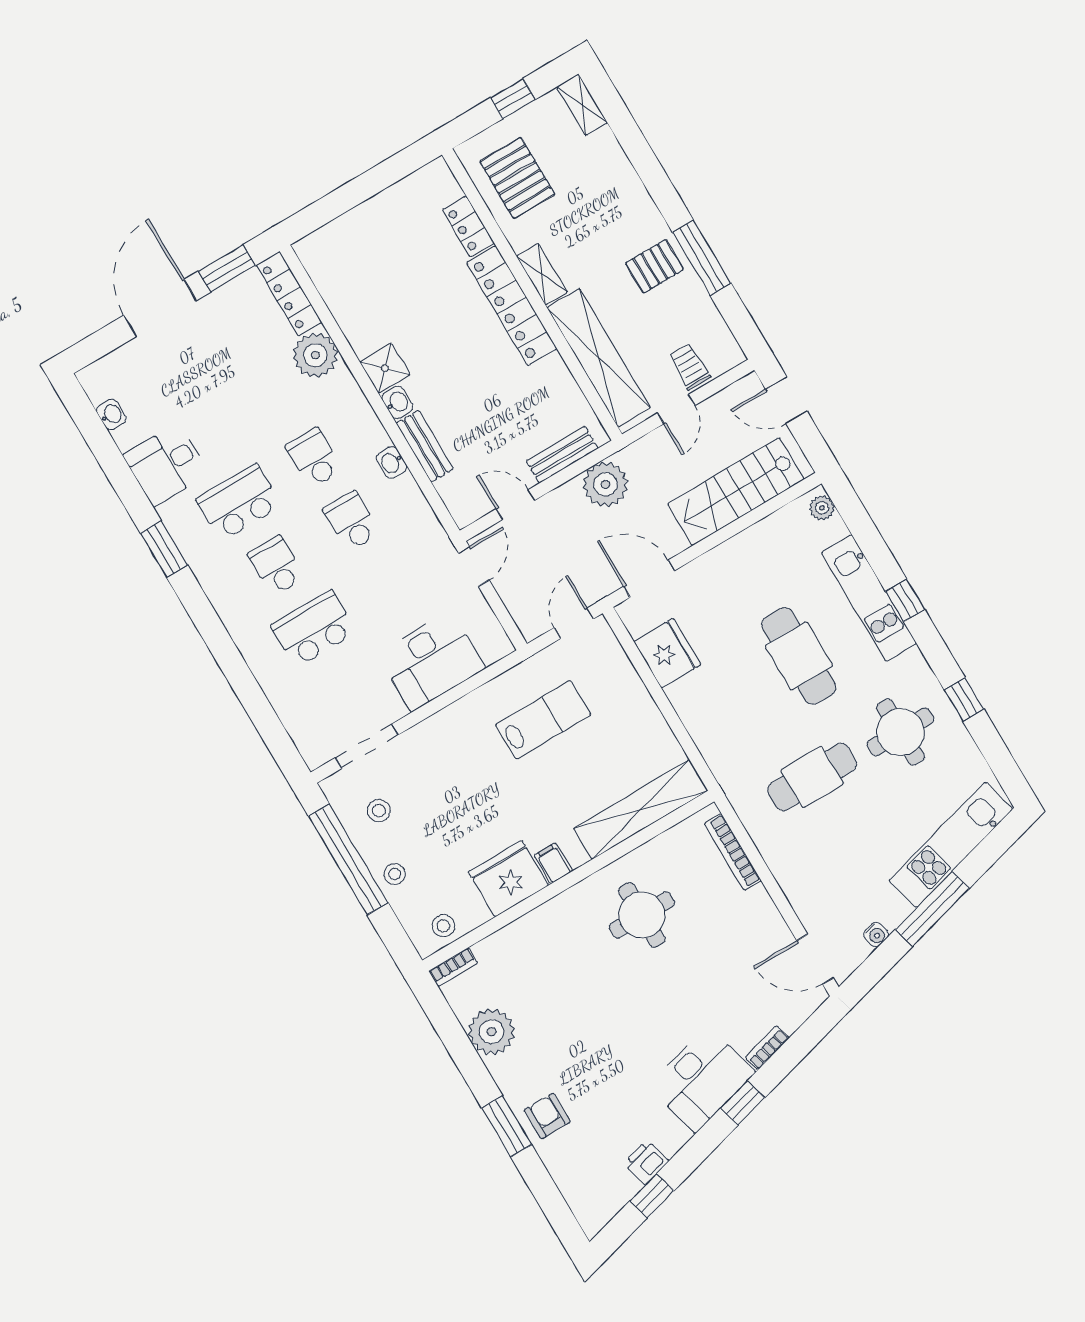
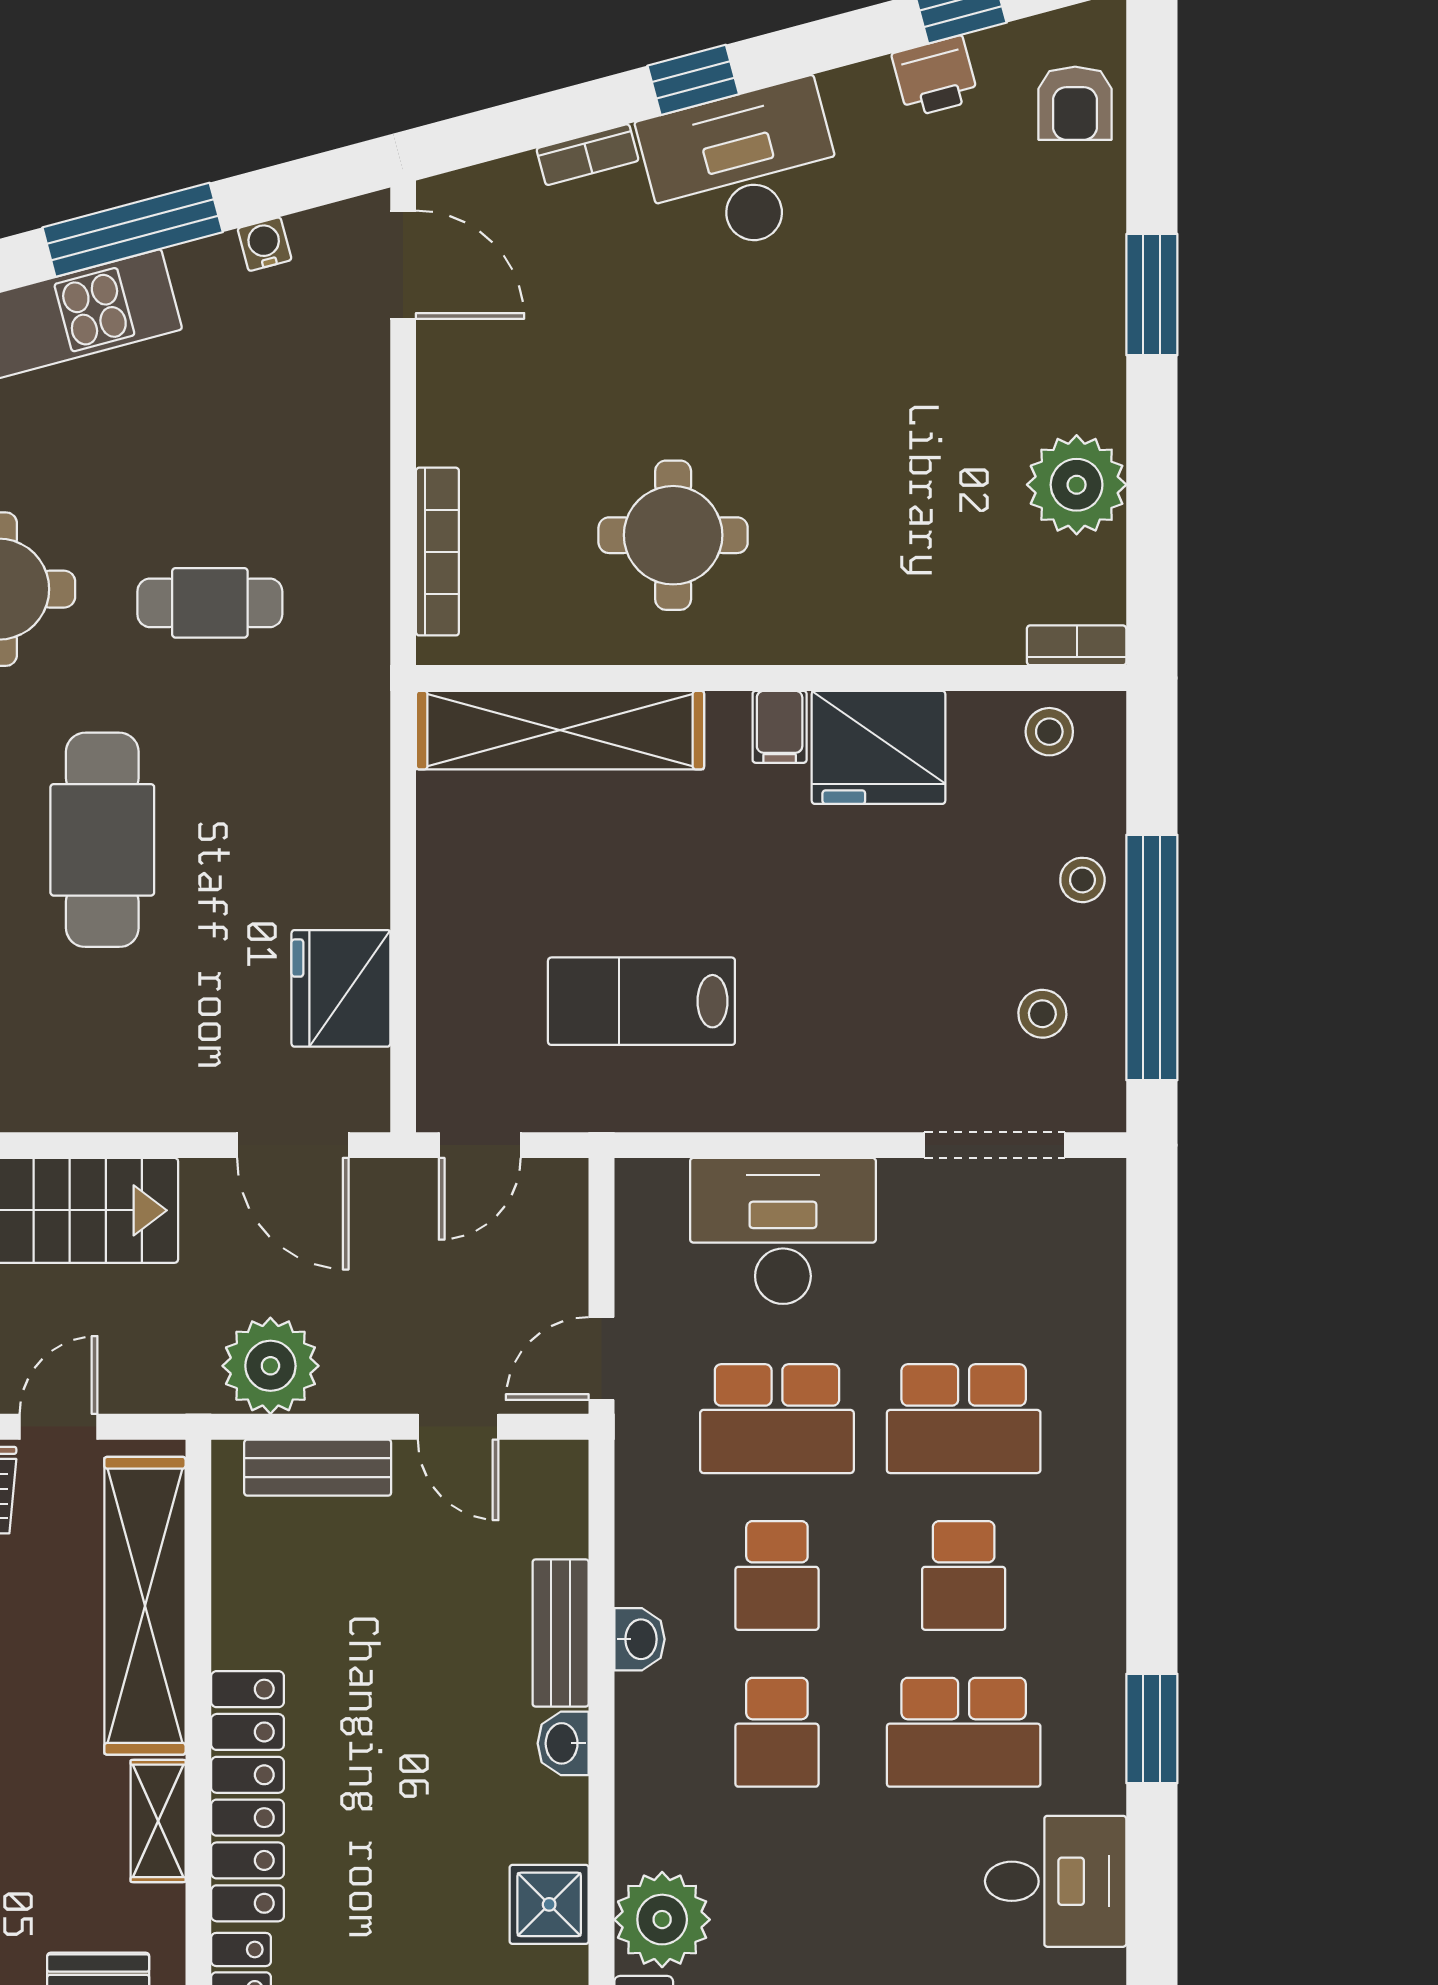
shower: (385, 368) -> (549, 1904), moved
school desk: (389, 584) -> (777, 1419), added
cafe table: (812, 777) -> (210, 603), width x0.73, depth x0.74
armchair: (547, 1116) -> (1075, 103), moved

